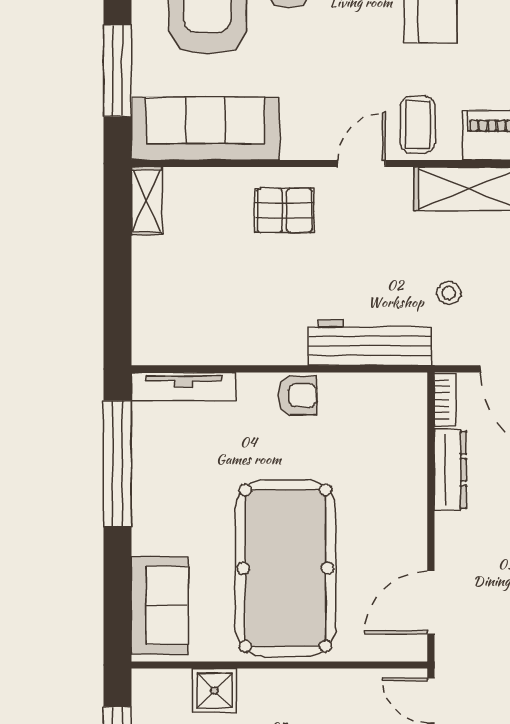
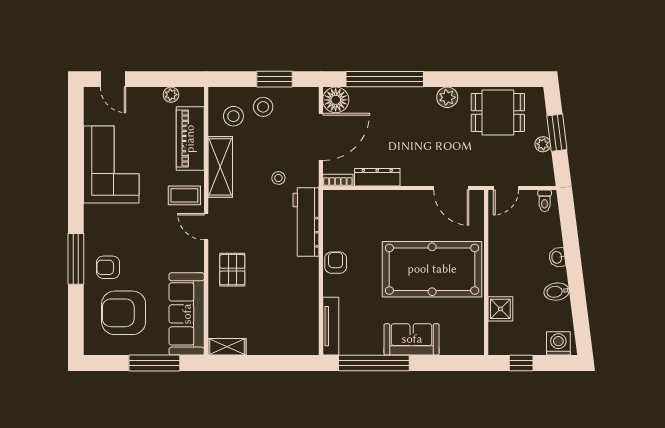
sofa: (160, 606) -> (412, 339), moved

